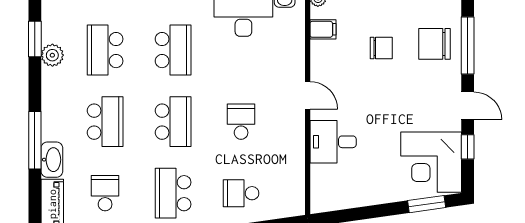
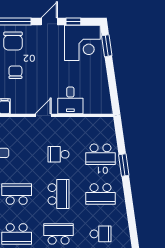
school desk: (173, 122) -> (59, 194), turned 90
school desk: (105, 193) -> (100, 234), turned 180
school desk: (241, 193) -> (100, 154), width x1.85

